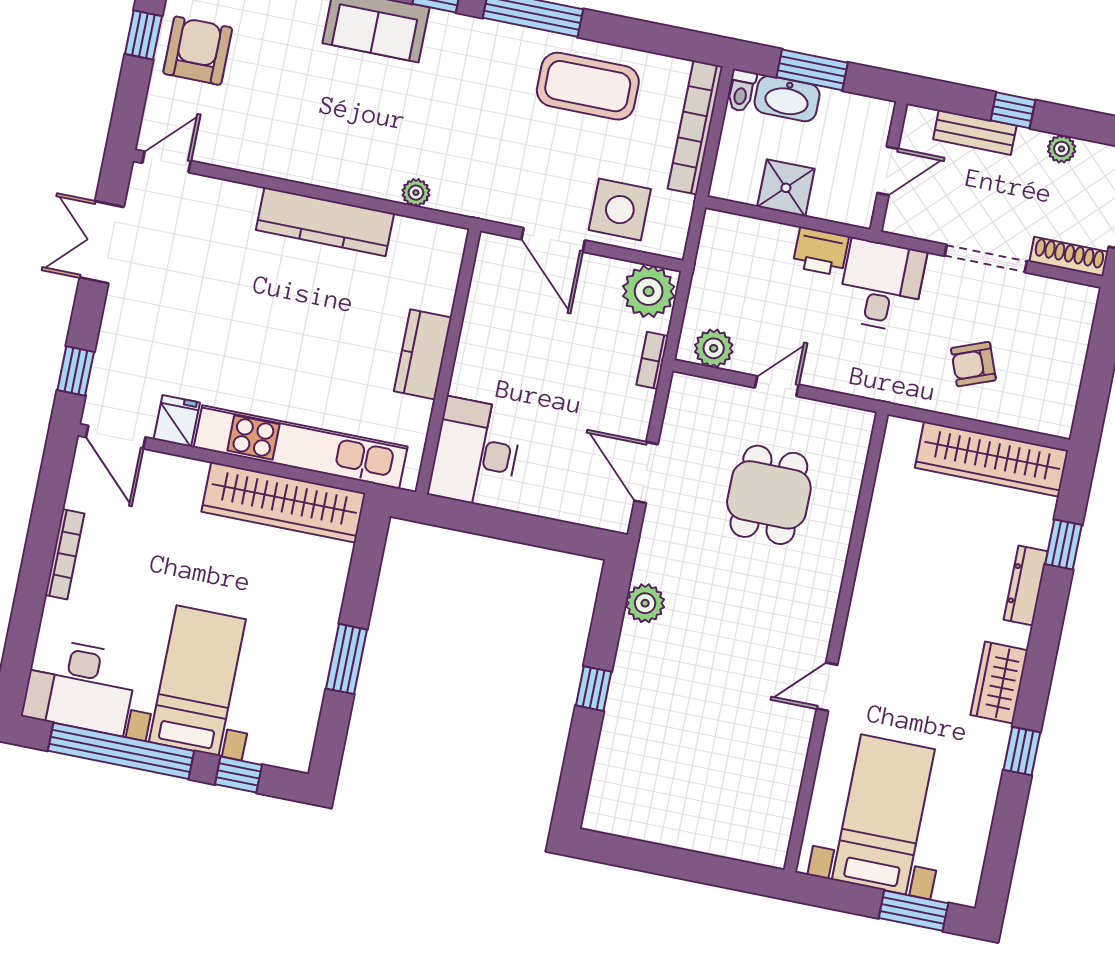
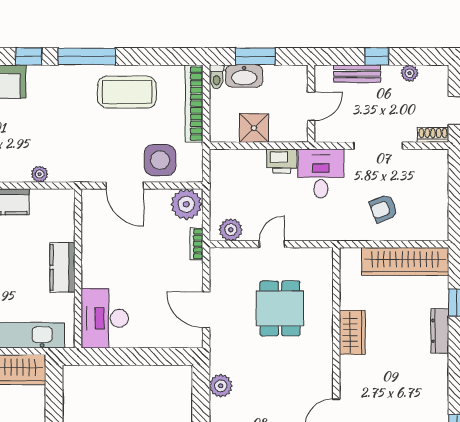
shoe rack: (1069, 257) -> (433, 135), width x0.70
wardrobe: (999, 683) -> (352, 332), moved, turned 180

